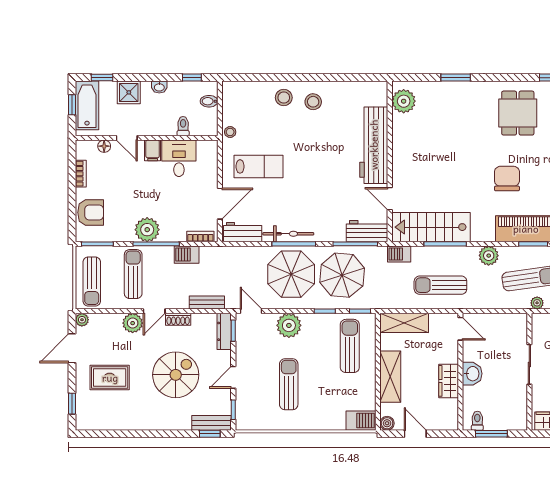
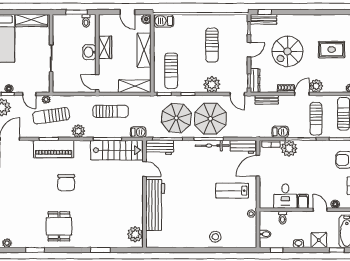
stool: (313, 102) -> (196, 234), removed
plant: (147, 230) -> (289, 148), moved

